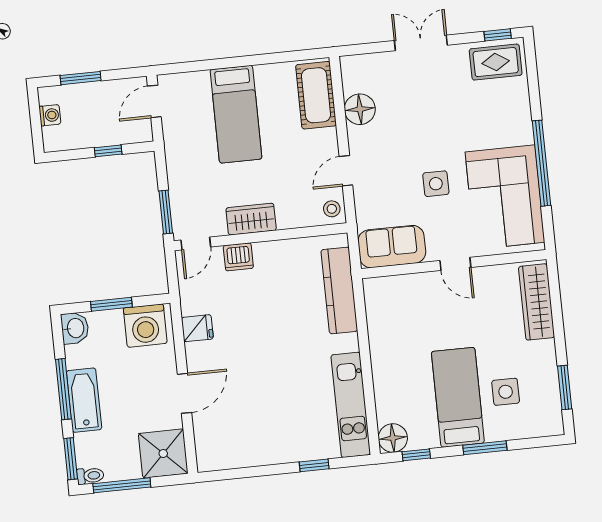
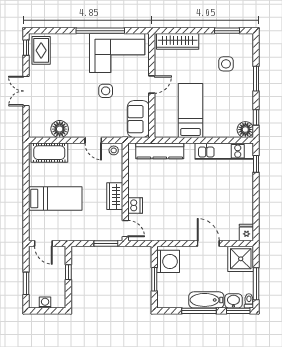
washbasin: (75, 328) -> (233, 301), moved
fridge: (197, 328) -> (246, 232), moved
bed: (458, 397) -> (190, 111), moved, turned 90
window: (314, 465) -> (256, 164), moved

